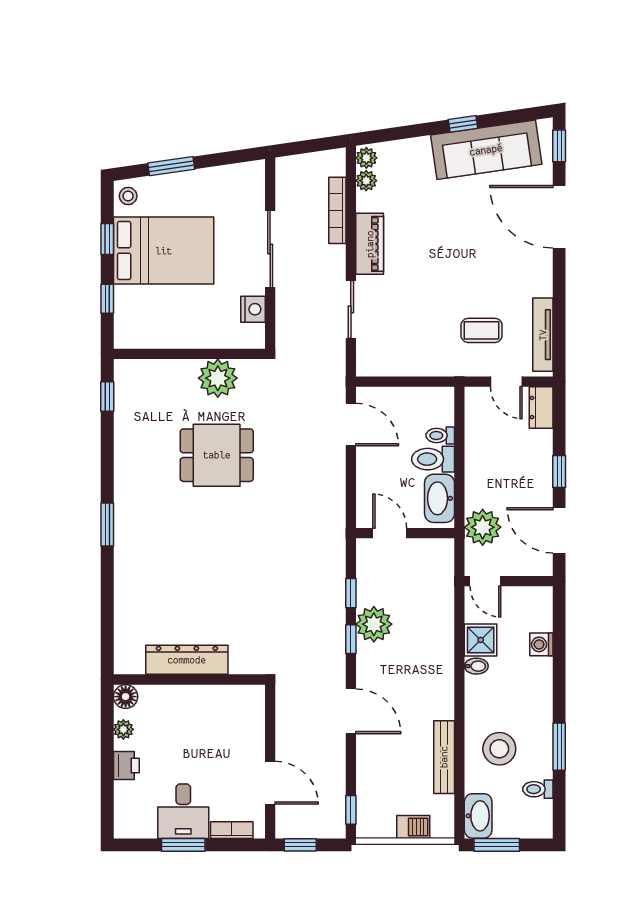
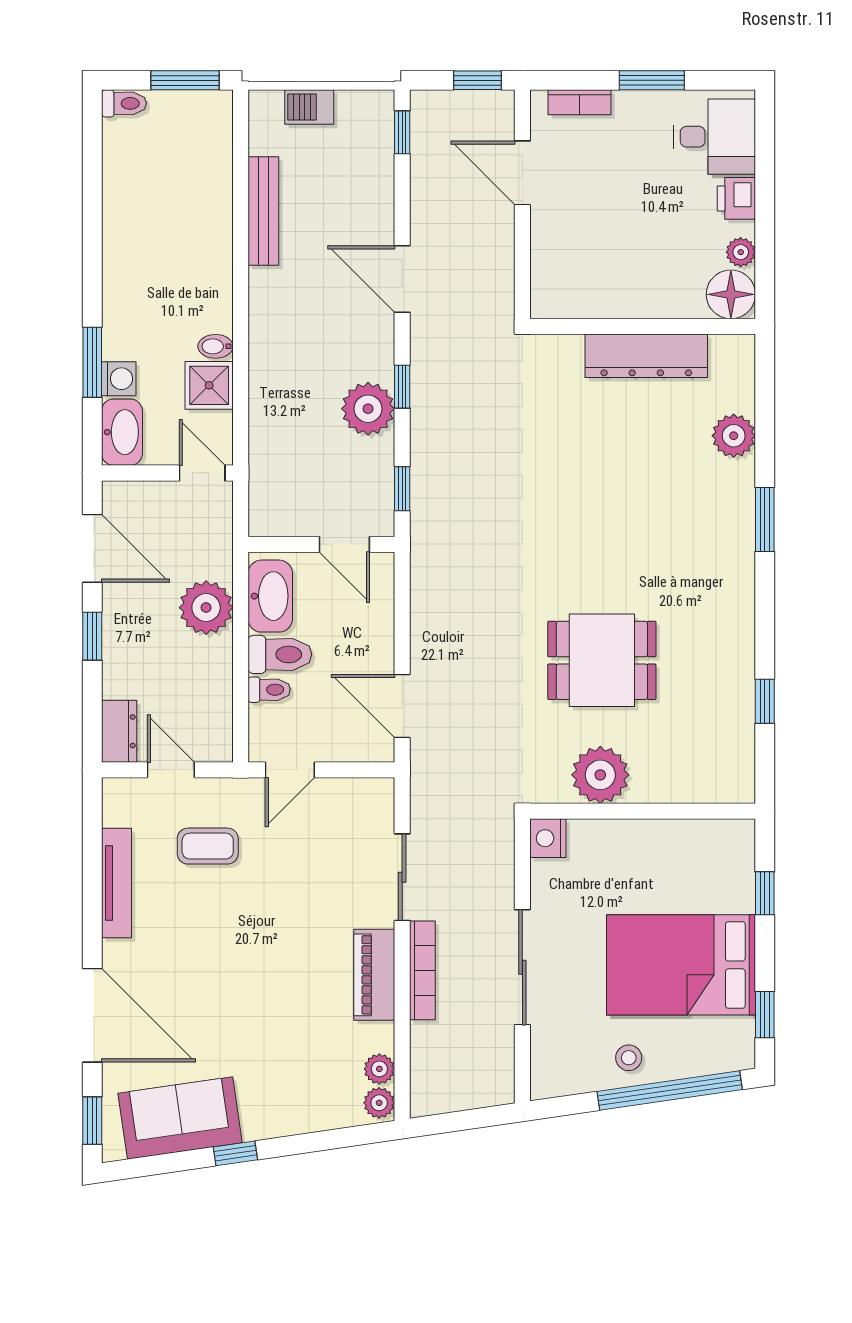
sofa: (486, 150) -> (180, 1118), width x0.73
window: (171, 166) -> (670, 1090), width x2.11
stool: (128, 196) -> (629, 1058), moved
bookcase: (337, 210) -> (422, 970), moved
window: (107, 239) -> (765, 1015), moved
nightstand: (253, 309) -> (548, 838), moved
tv unit: (543, 335) -> (116, 883), moved
door: (426, 382) -> (290, 770), added
window: (107, 396) -> (765, 701), moved
window: (107, 525) -> (765, 519), moved
plant: (483, 527) -> (206, 608), moved
window: (351, 593) -> (402, 489), moved
plant: (128, 606) -> (734, 436), added
floor lamp: (126, 697) -> (731, 294), width x1.38, depth x1.38
window: (559, 747) -> (92, 362), moved
stool: (499, 749) -> (181, 223), removed
toilet: (538, 789) -> (124, 103), moved
desk: (183, 811) -> (715, 137), moved, turned 90
washbasin: (478, 816) -> (122, 432), moved, turned 180

